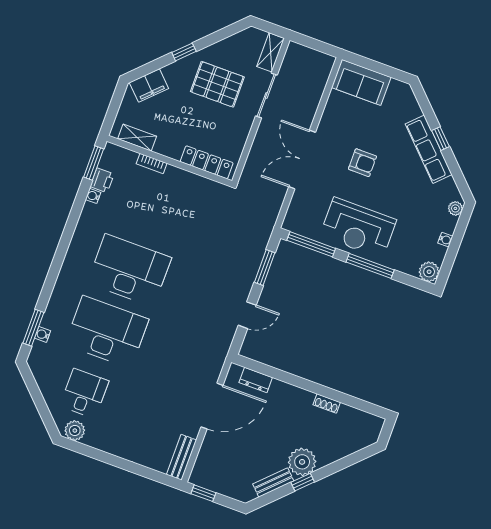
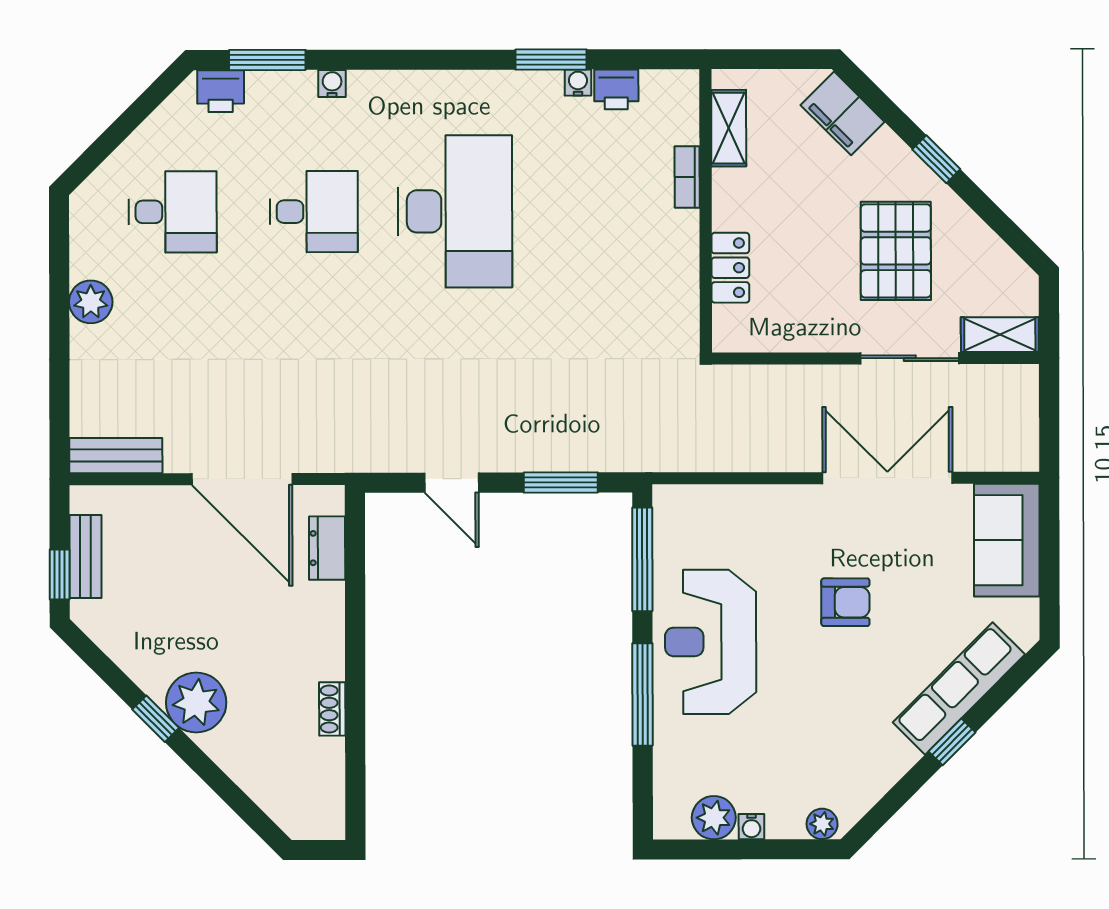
row of seats: (429, 149) -> (959, 688), moved
double door: (302, 160) -> (887, 478), moved
locker: (207, 162) -> (730, 268), width x0.66
window: (94, 163) -> (551, 60), moved
armchair: (362, 163) -> (845, 602), turned -90
plant: (429, 272) -> (714, 818), moved
desk: (107, 332) -> (314, 212), width x0.53, depth x0.77
water cooler: (43, 334) -> (332, 84), moved
printer: (39, 353) -> (221, 91), added
plant: (75, 431) -> (91, 302), moved
bench: (273, 482) -> (86, 556), moved, turned 45
window: (203, 493) -> (60, 575), moved

